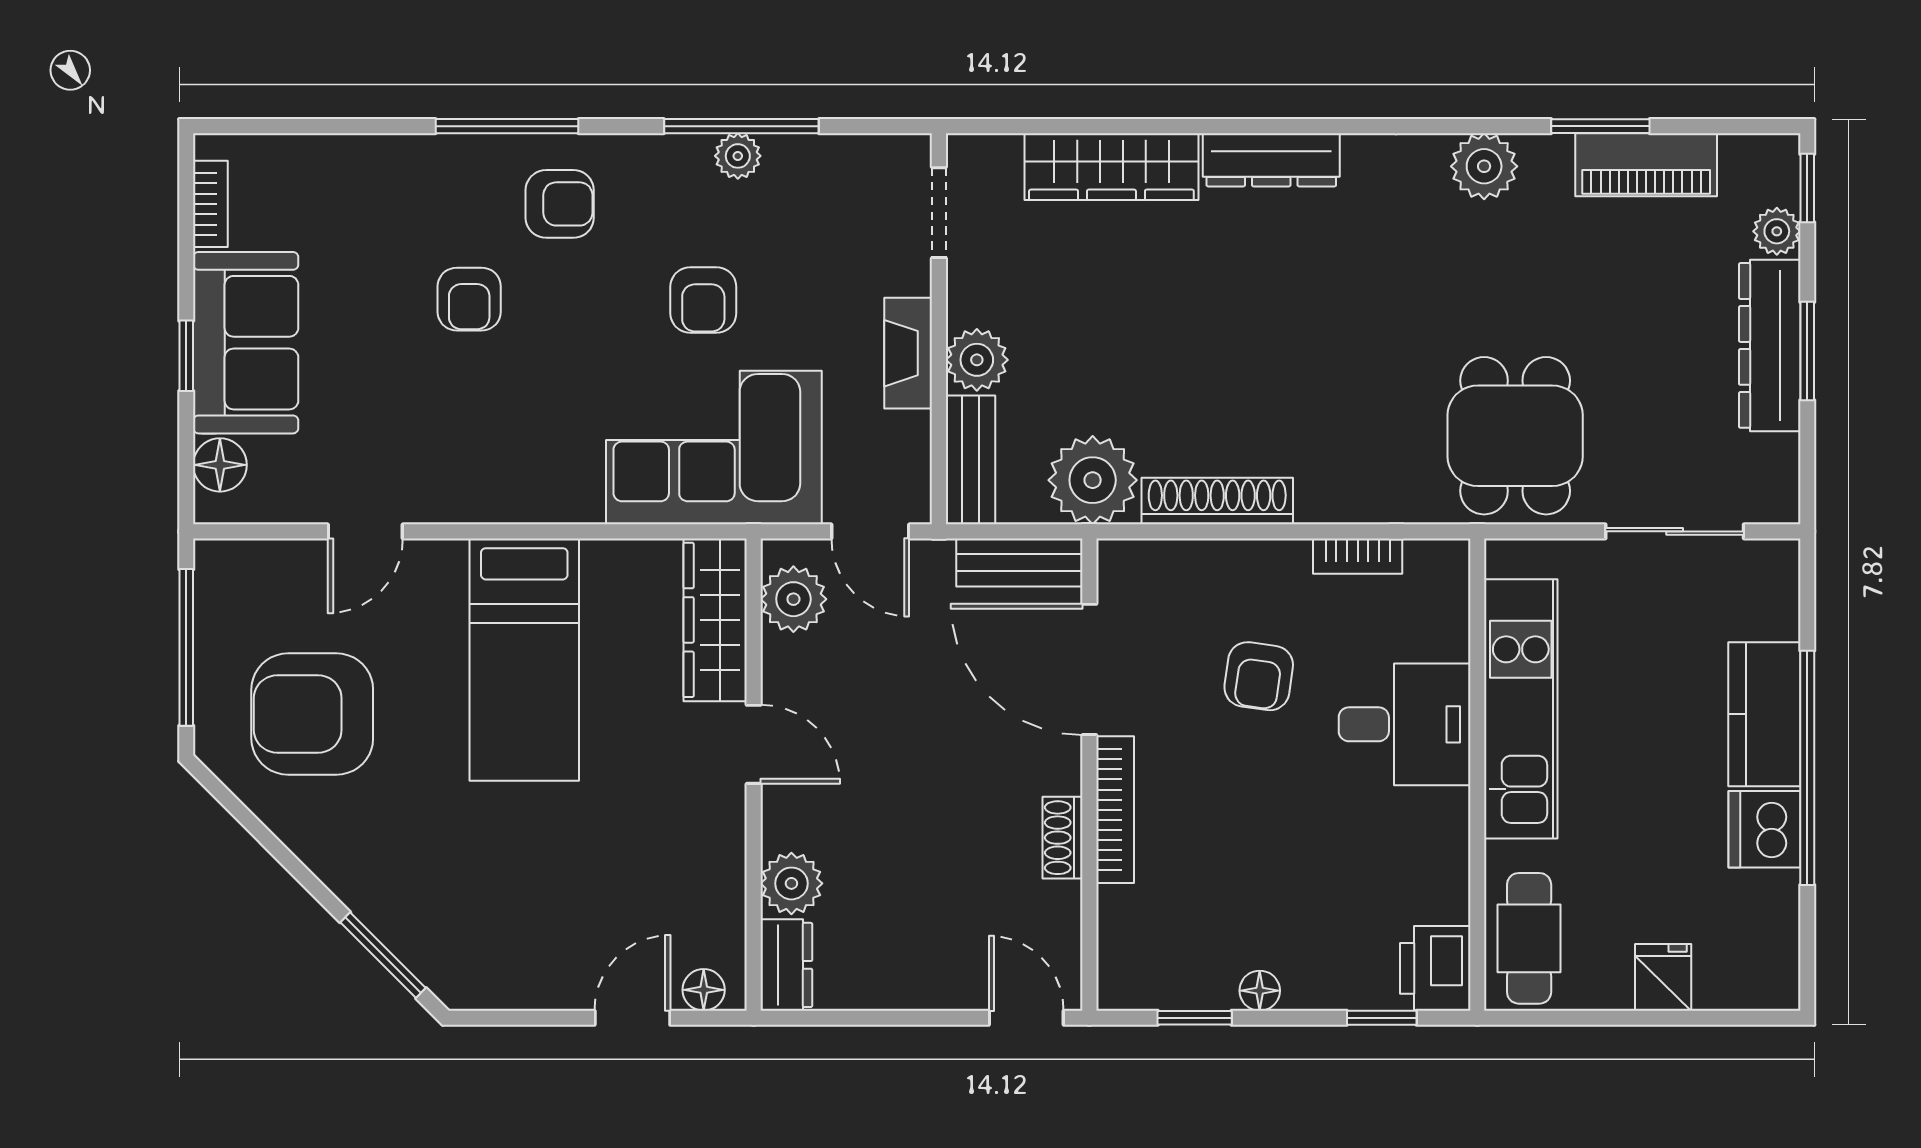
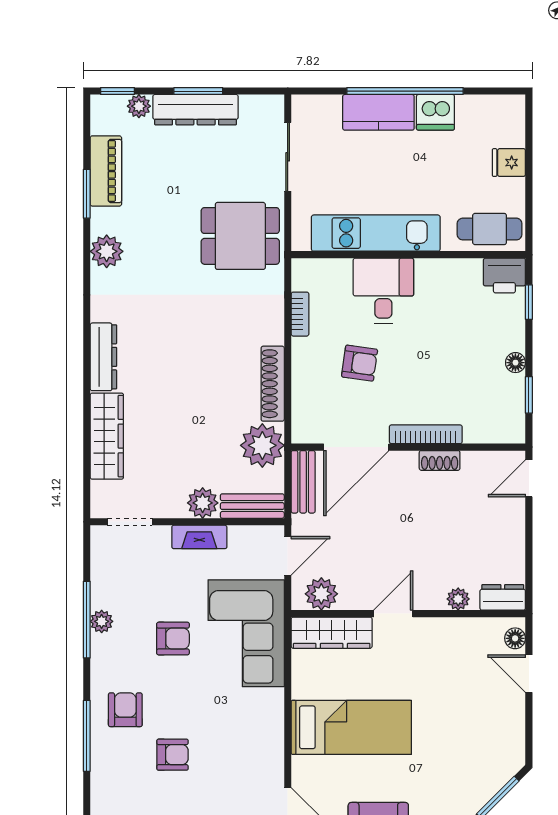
plant: (791, 883) -> (458, 599), width x0.73, depth x0.73

